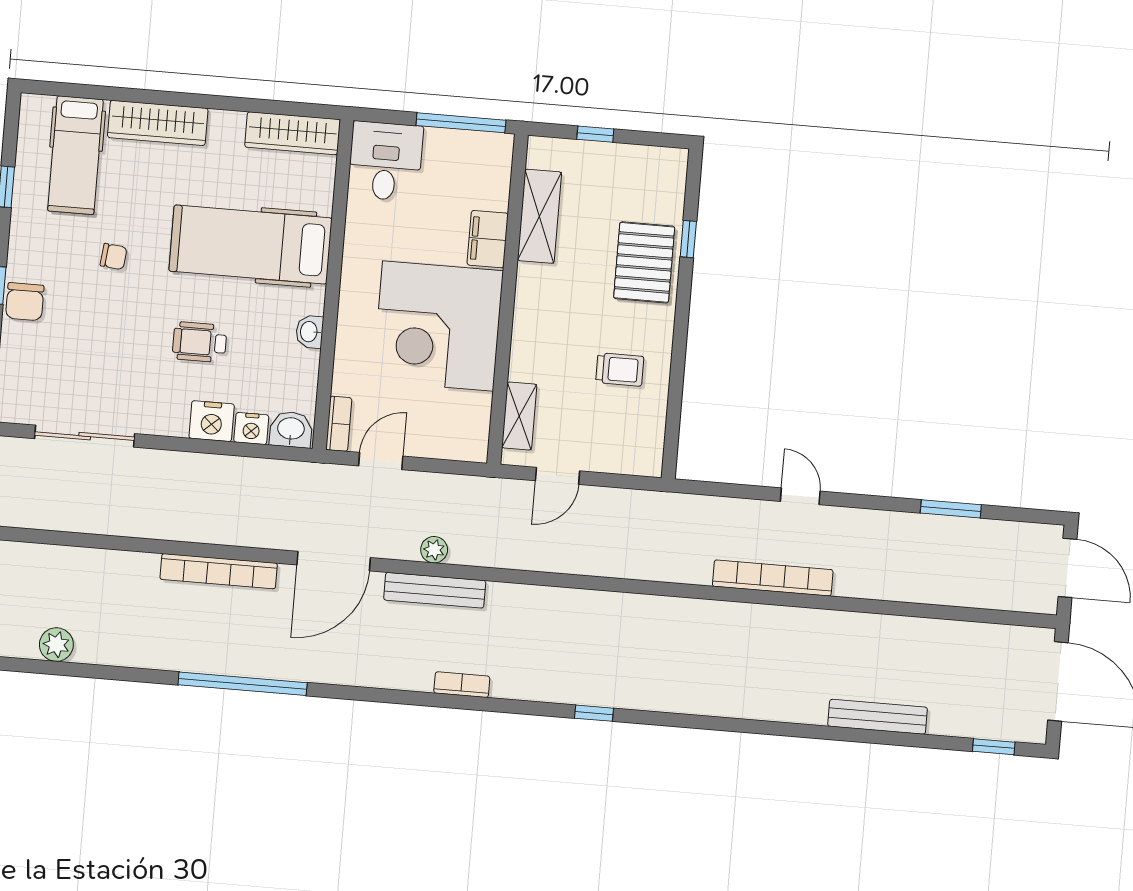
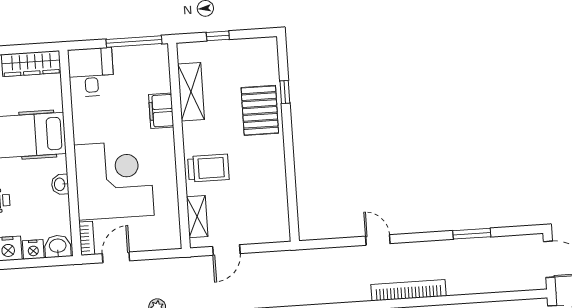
corner desk: (438, 326) -> (114, 180), moved, turned 180
trolley: (620, 369) -> (208, 168), moved, width x1.36, depth x1.39
bookcase: (773, 578) -> (409, 290), moved

